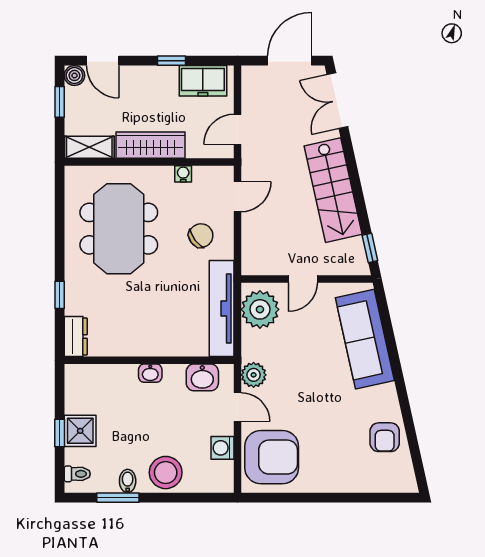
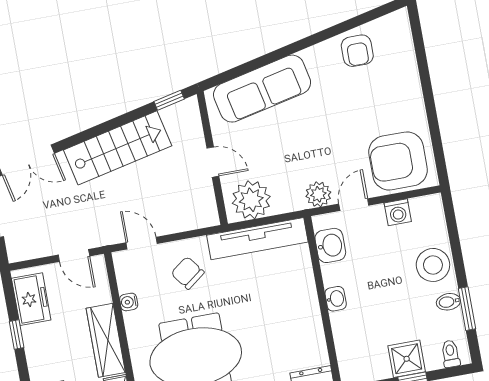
armchair: (385, 437) -> (357, 51), turned 90
armchair: (272, 457) -> (398, 161), turned -90

